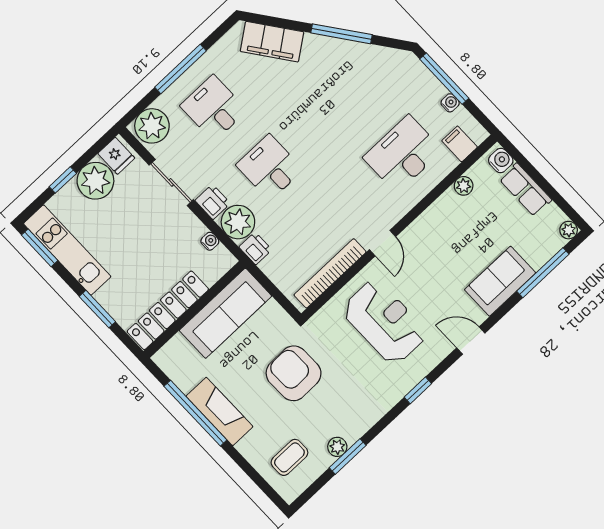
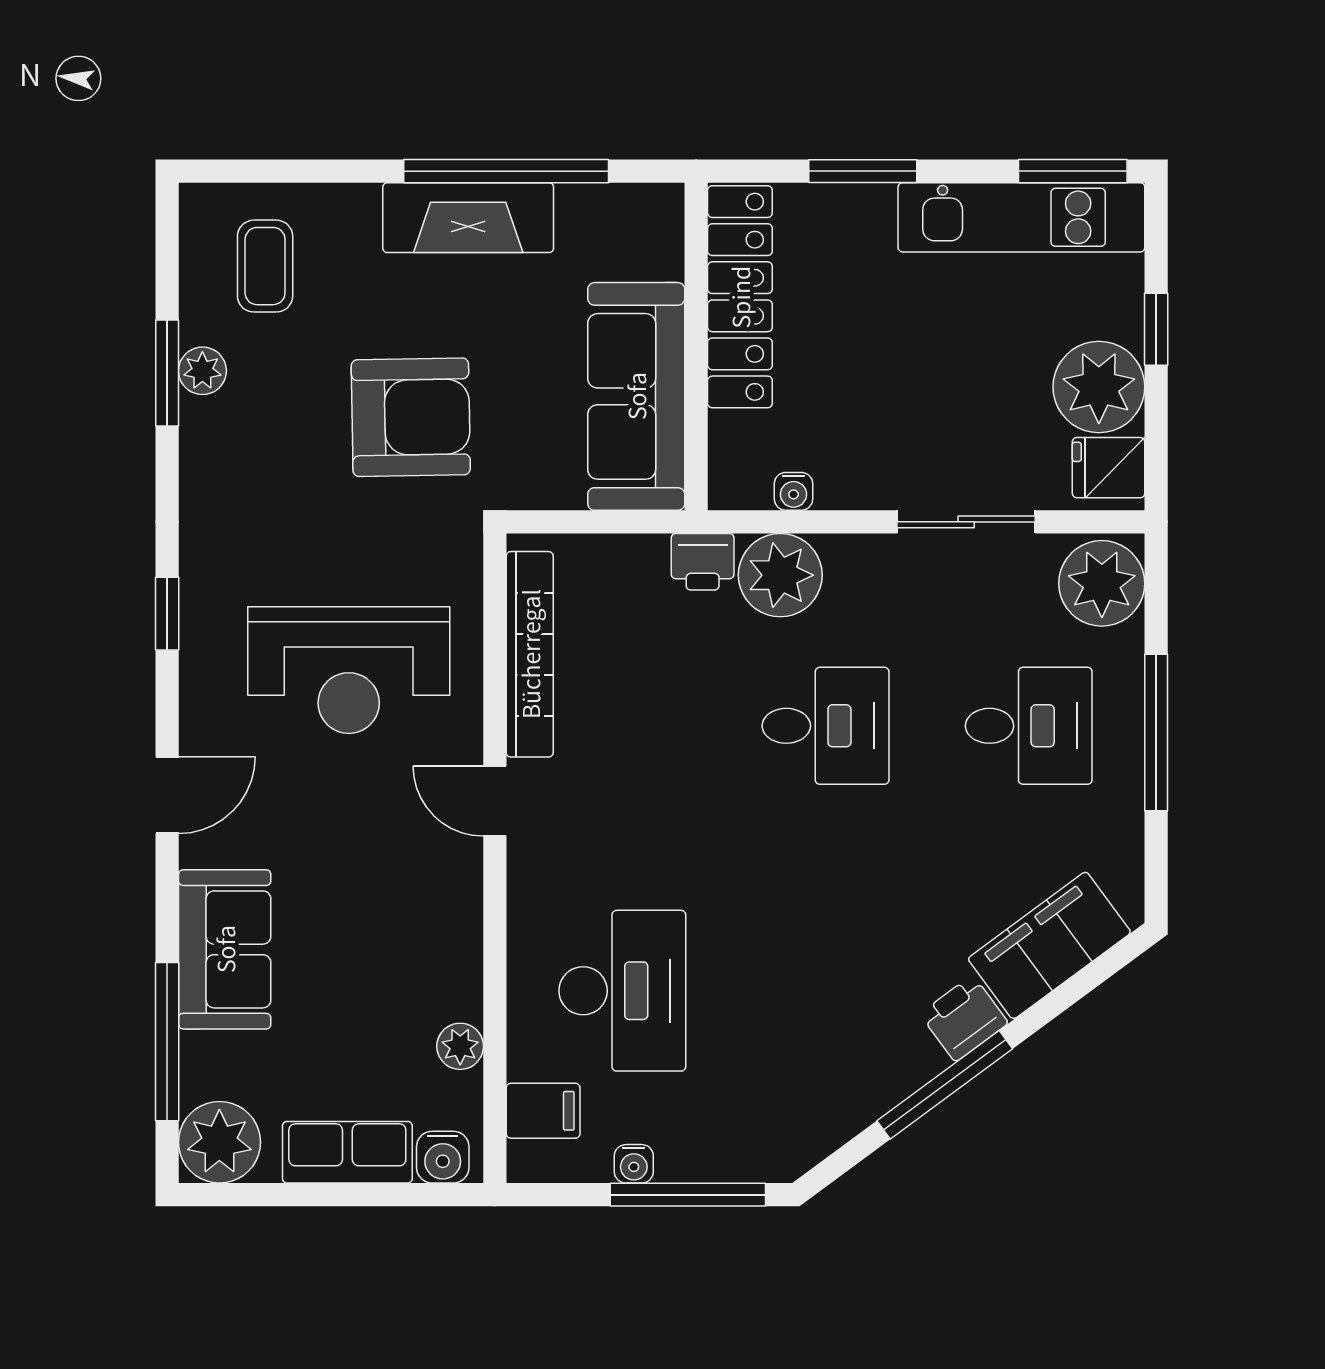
printer: (213, 202) -> (964, 1018), moved, turned 144
plant: (569, 230) -> (219, 1142), width x1.87, depth x1.87

